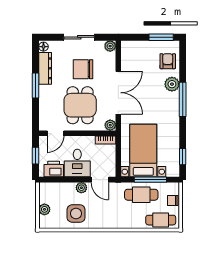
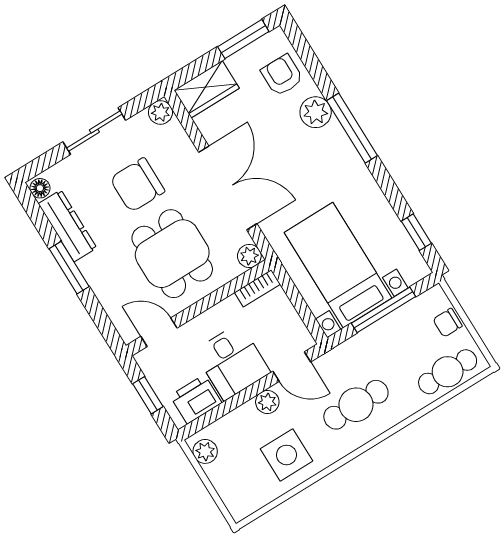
wardrobe: (134, 48) -> (207, 89), added
door: (55, 133) -> (159, 332), swing flipped
cafe table: (141, 195) -> (356, 405), moved
plant: (44, 209) -> (205, 451), moved

